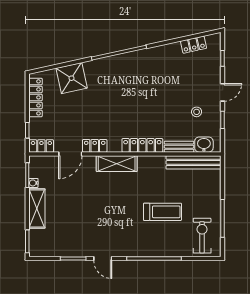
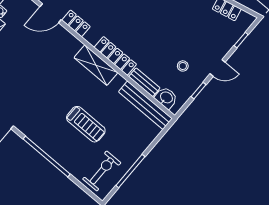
shelving: (117, 164) -> (96, 65), moved

